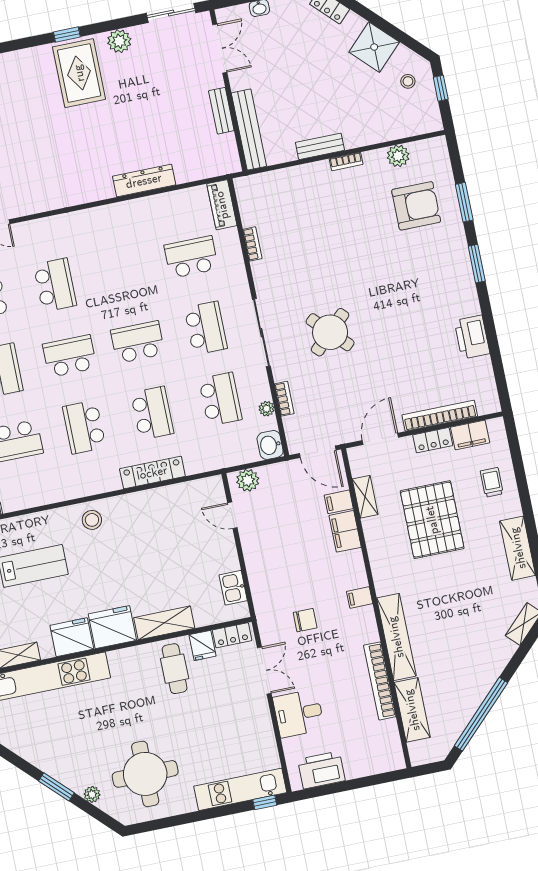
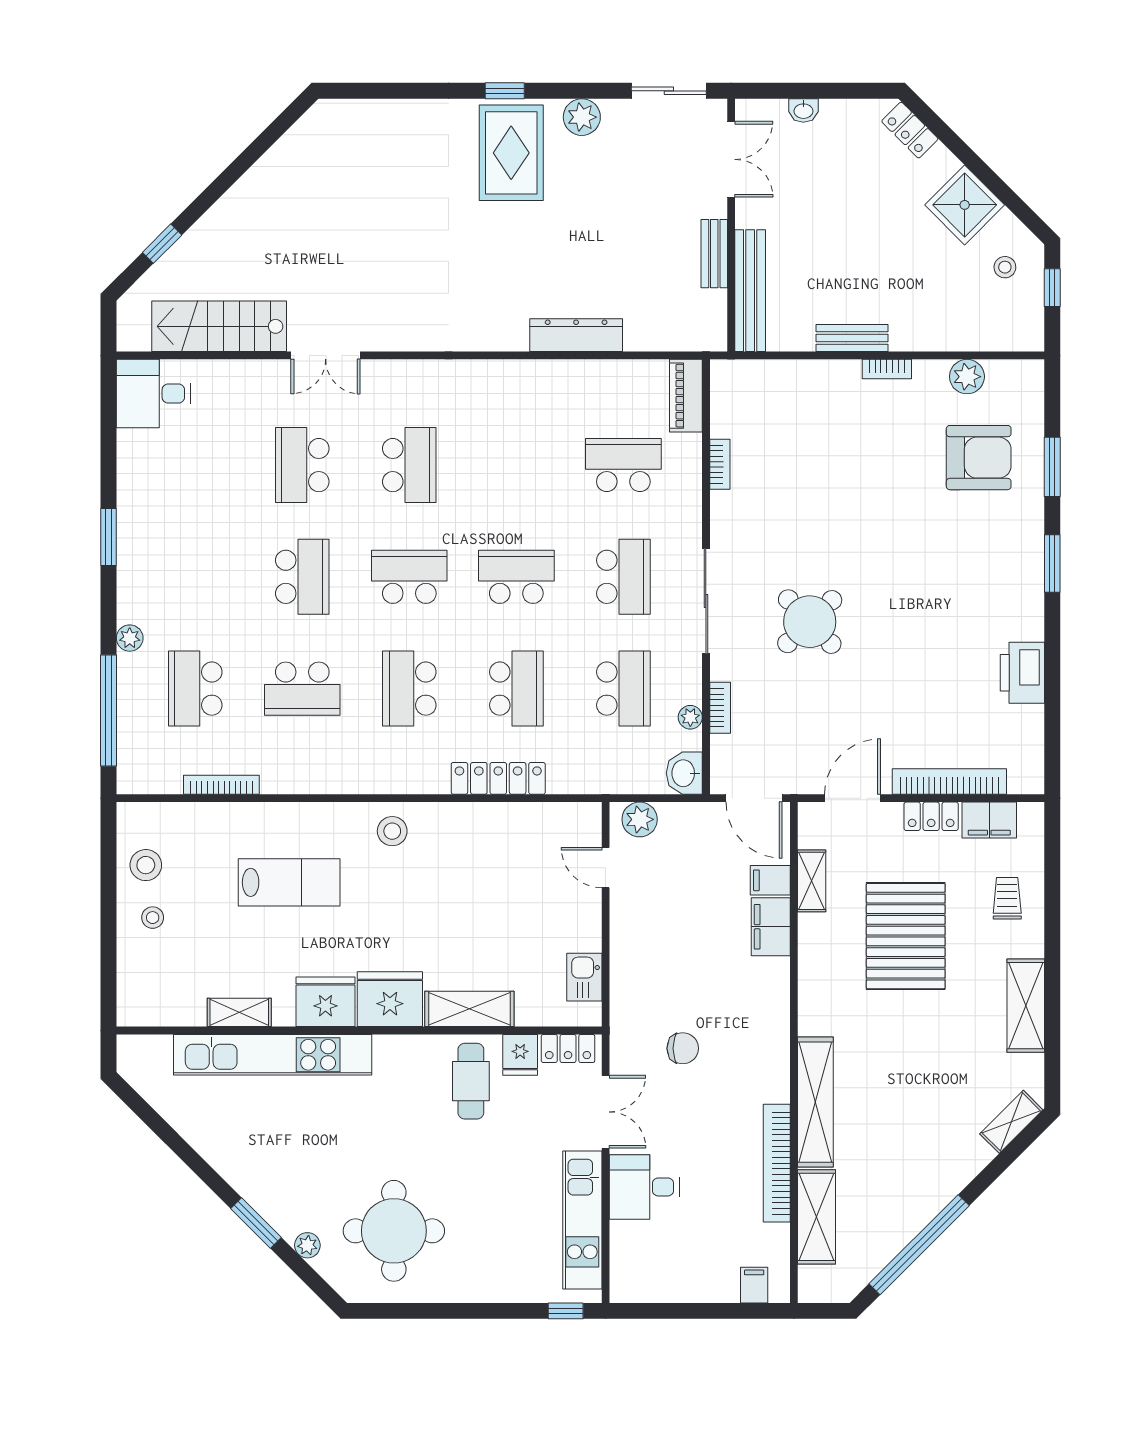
filing cabinet: (360, 598) -> (754, 1285), moved, turned 90
printer: (321, 770) -> (661, 1279), removed
kitchen unit: (240, 789) -> (582, 1220), moved, turned -90

